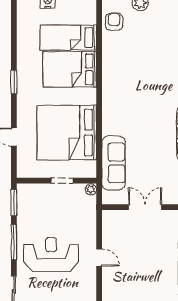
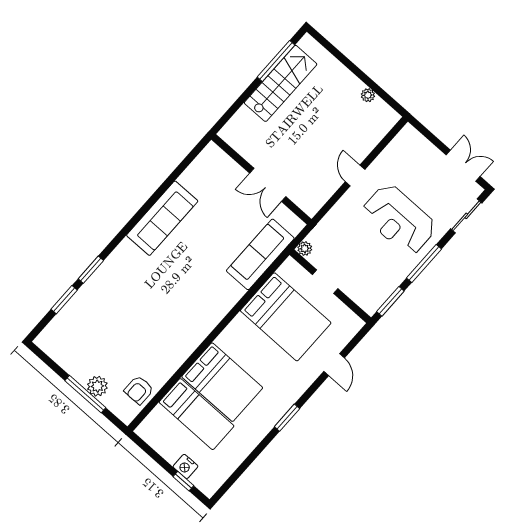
bed: (67, 133) -> (286, 317), width x0.73

